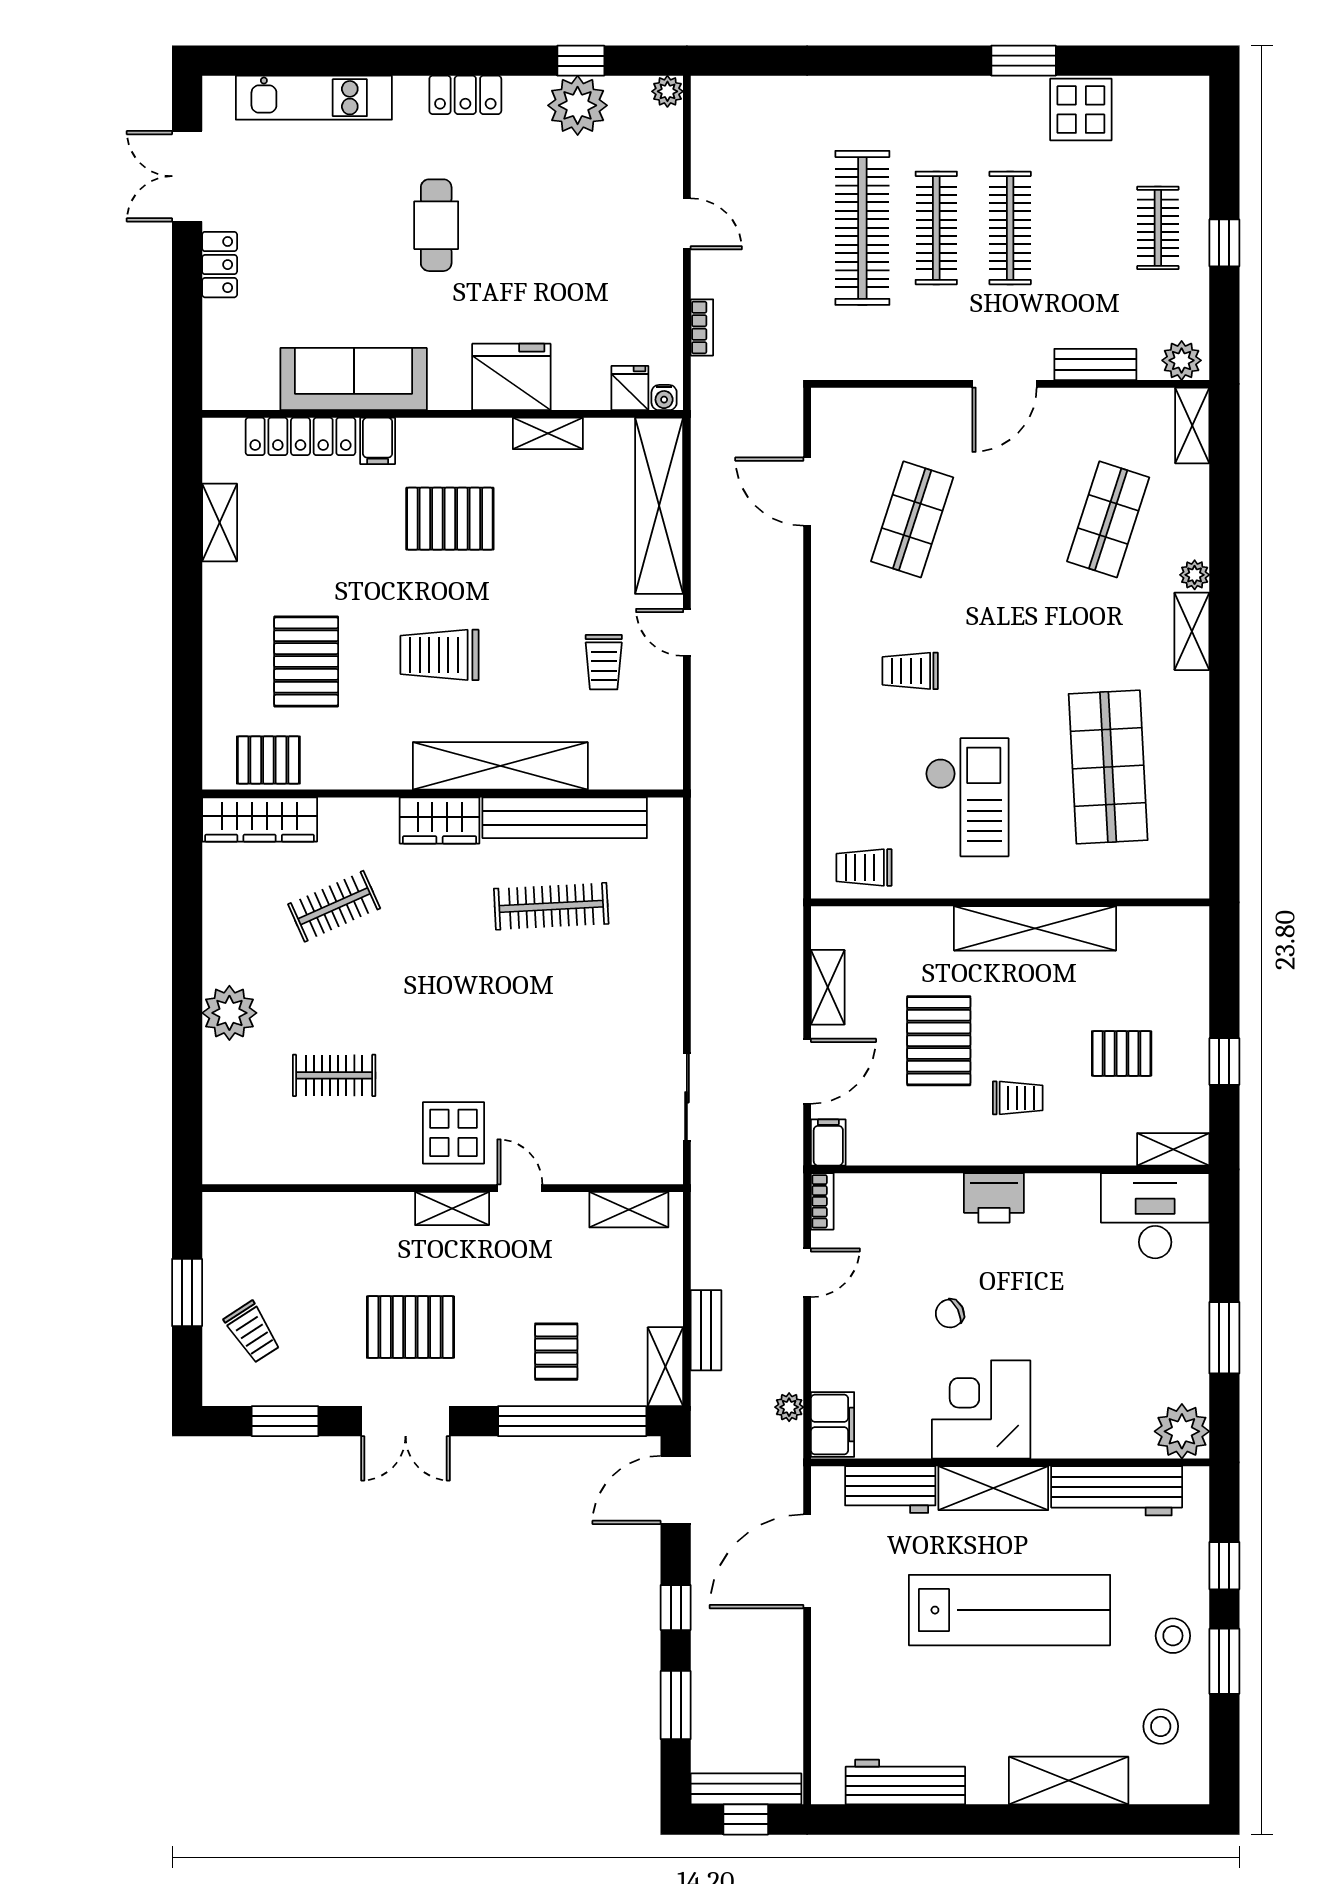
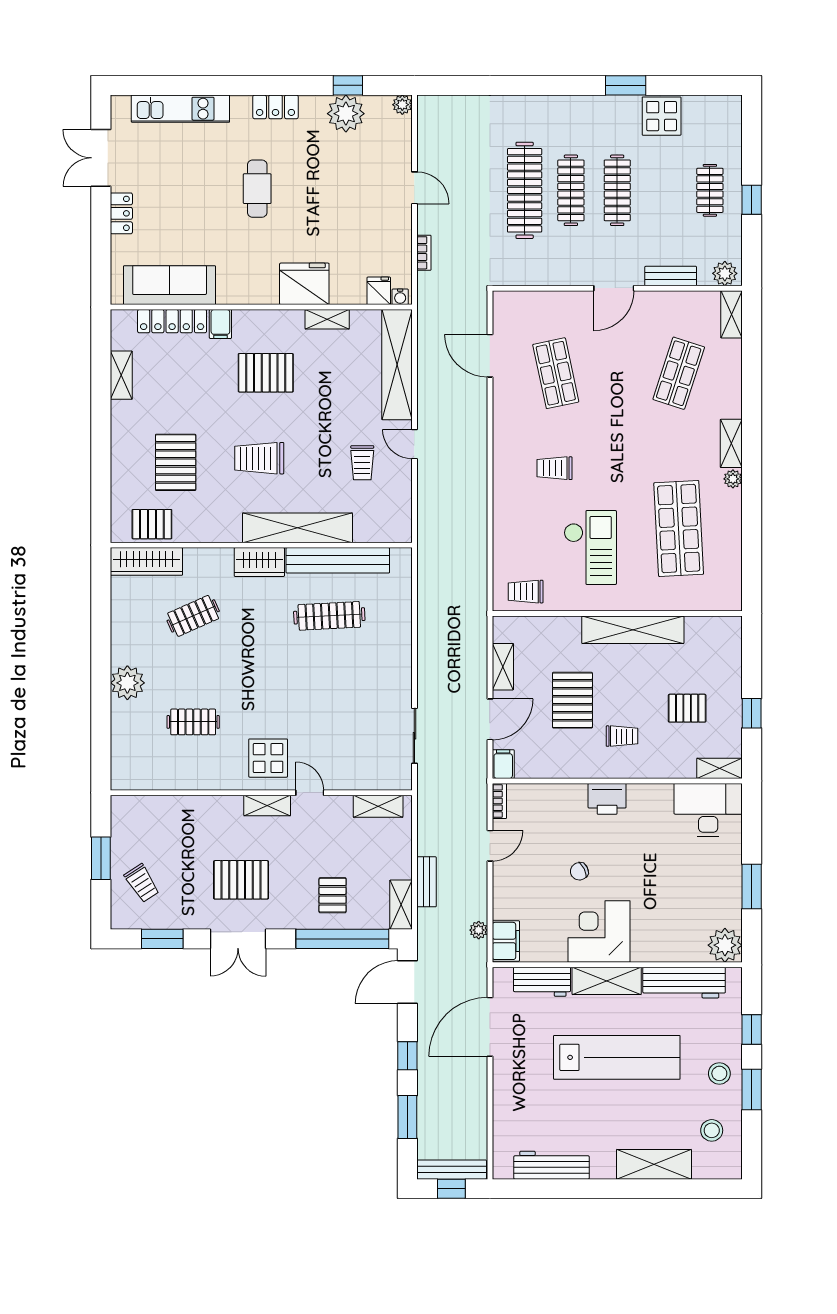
sofa: (354, 379) -> (170, 285), moved
shop shelf: (912, 519) -> (556, 373), turned -30
plant: (1195, 575) -> (733, 479), moved

